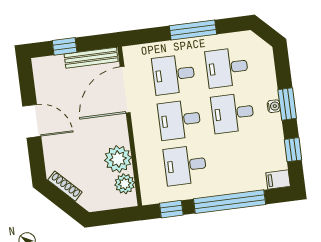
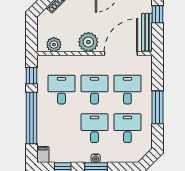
door: (125, 90) -> (121, 53), hinge flipped
plant: (118, 159) -> (88, 42), moved

